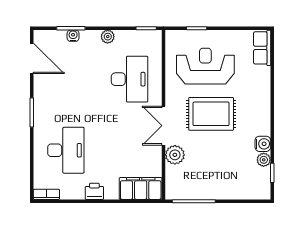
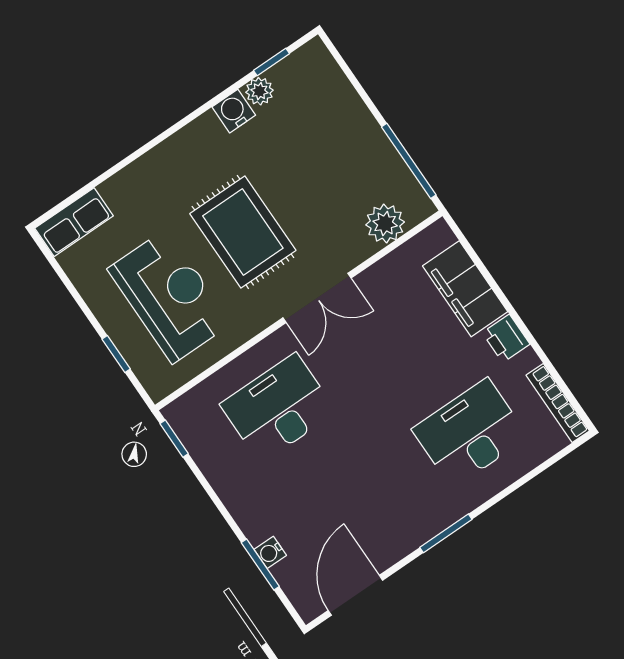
plant: (108, 37) -> (232, 493), removed
reception desk: (205, 66) -> (169, 296), turned 180
plant: (175, 155) -> (385, 223), moved
filing cabinet: (141, 188) -> (465, 289), moved
bookcase: (46, 194) -> (558, 403), width x1.56

